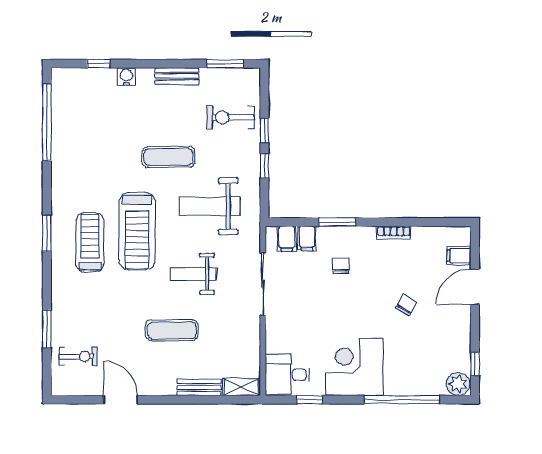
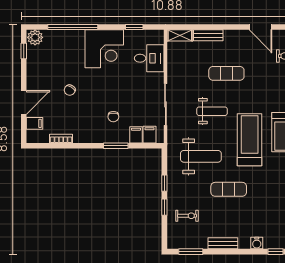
exercise bike: (231, 117) -> (187, 216), width x0.73, depth x0.72
bookcase: (394, 233) -> (61, 139), moved
desk: (287, 375) -> (149, 58), moved

